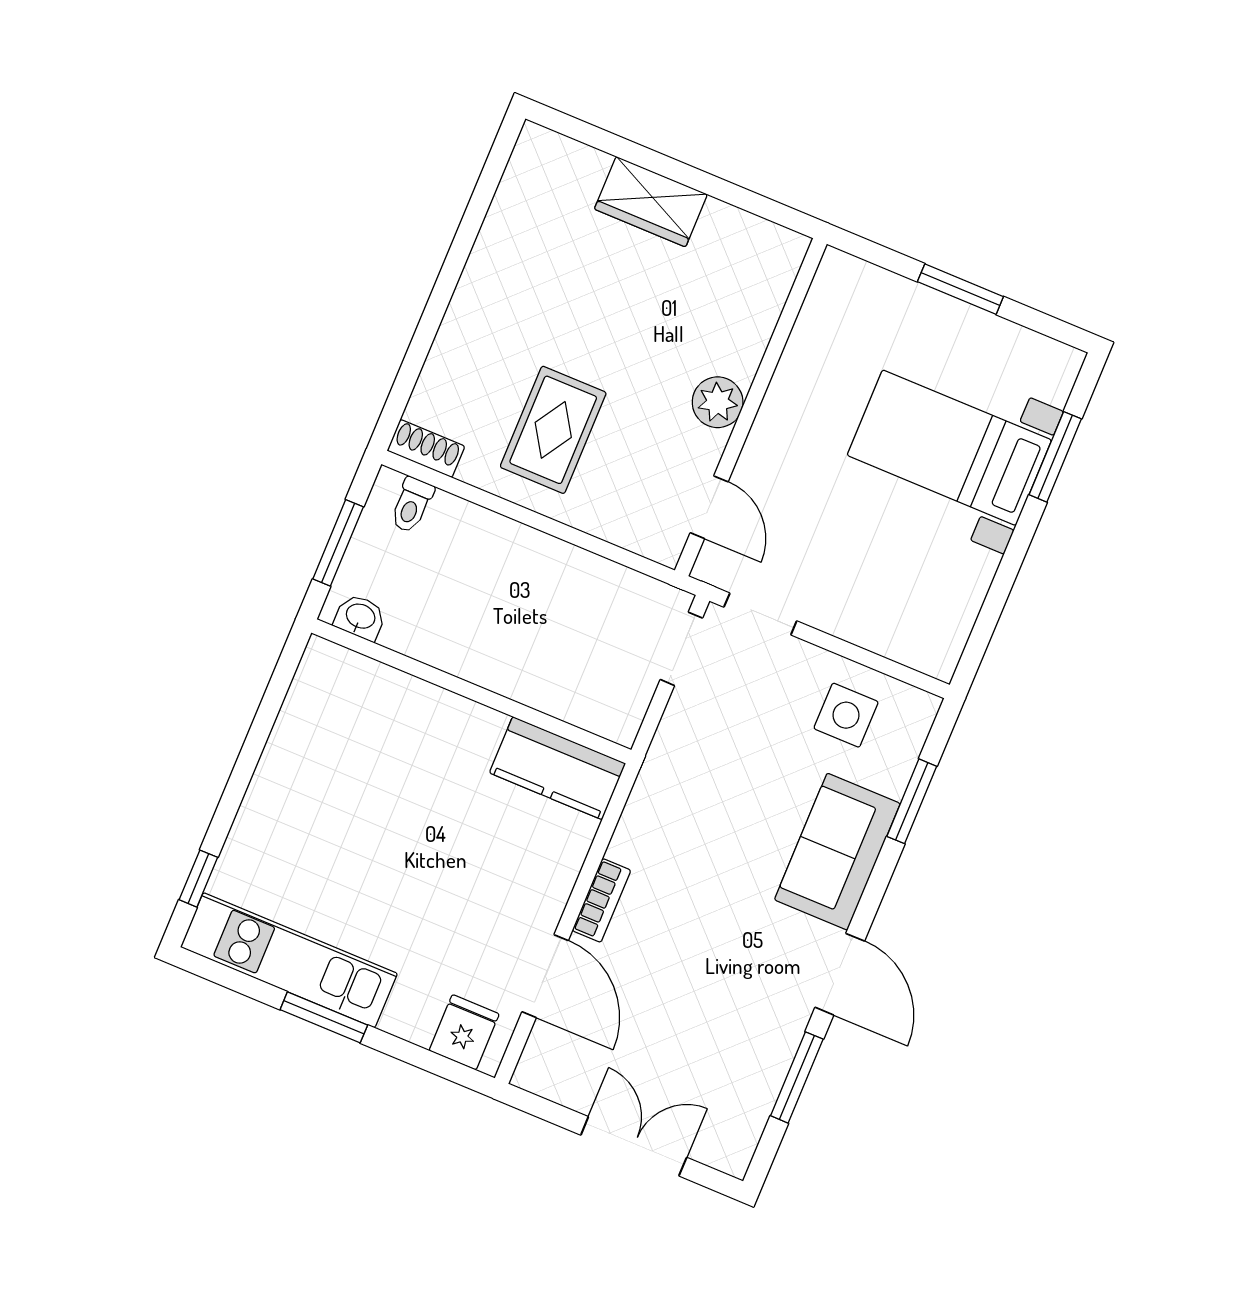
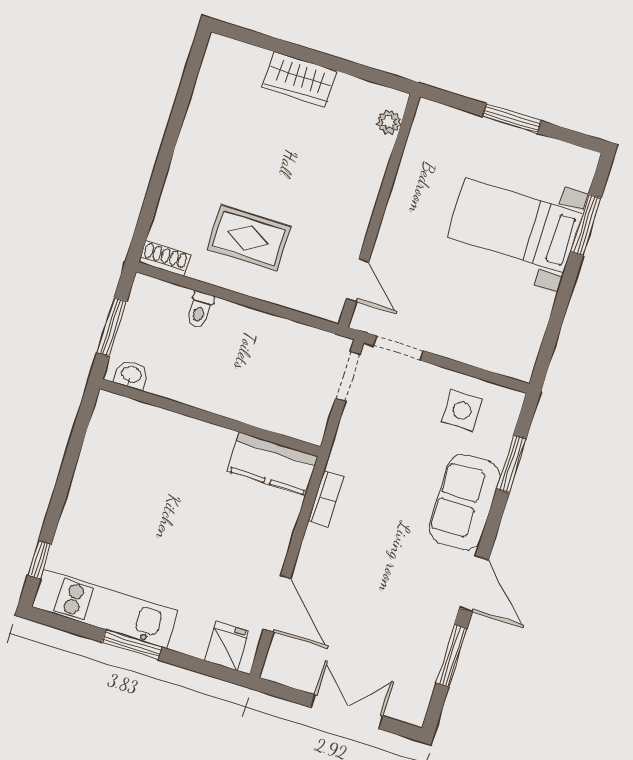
plant: (718, 402) -> (389, 122), moved, width x0.73, depth x0.73
rug: (553, 430) -> (249, 238), turned 90
toilet: (412, 505) -> (200, 310), moved
bookcase: (601, 900) -> (326, 499), moved

